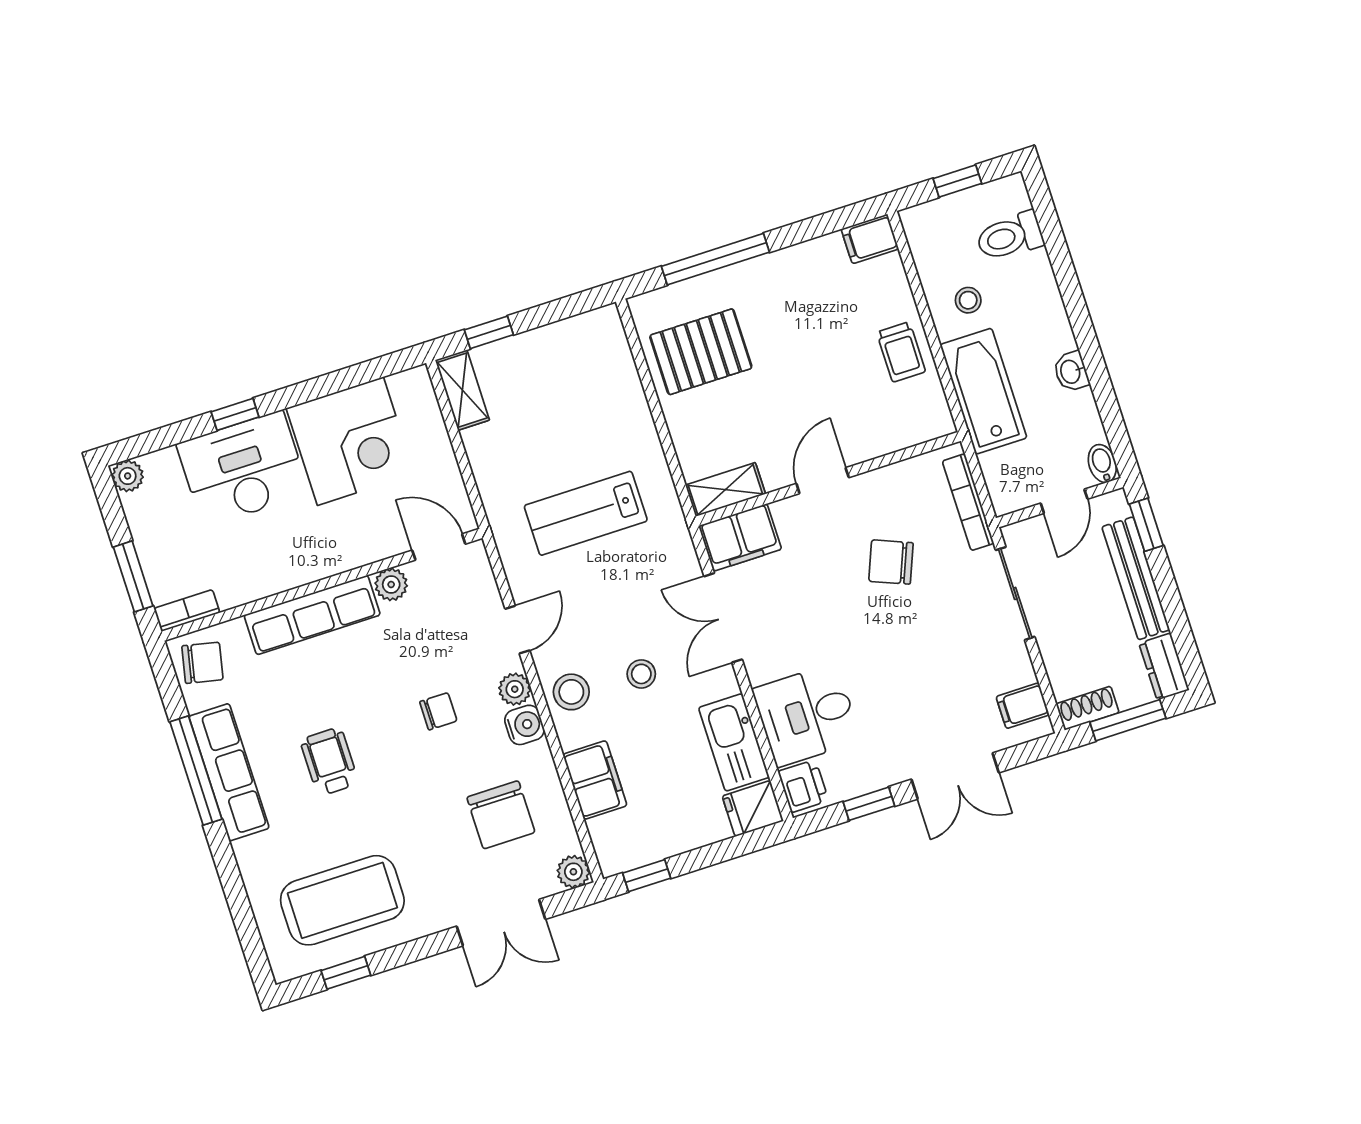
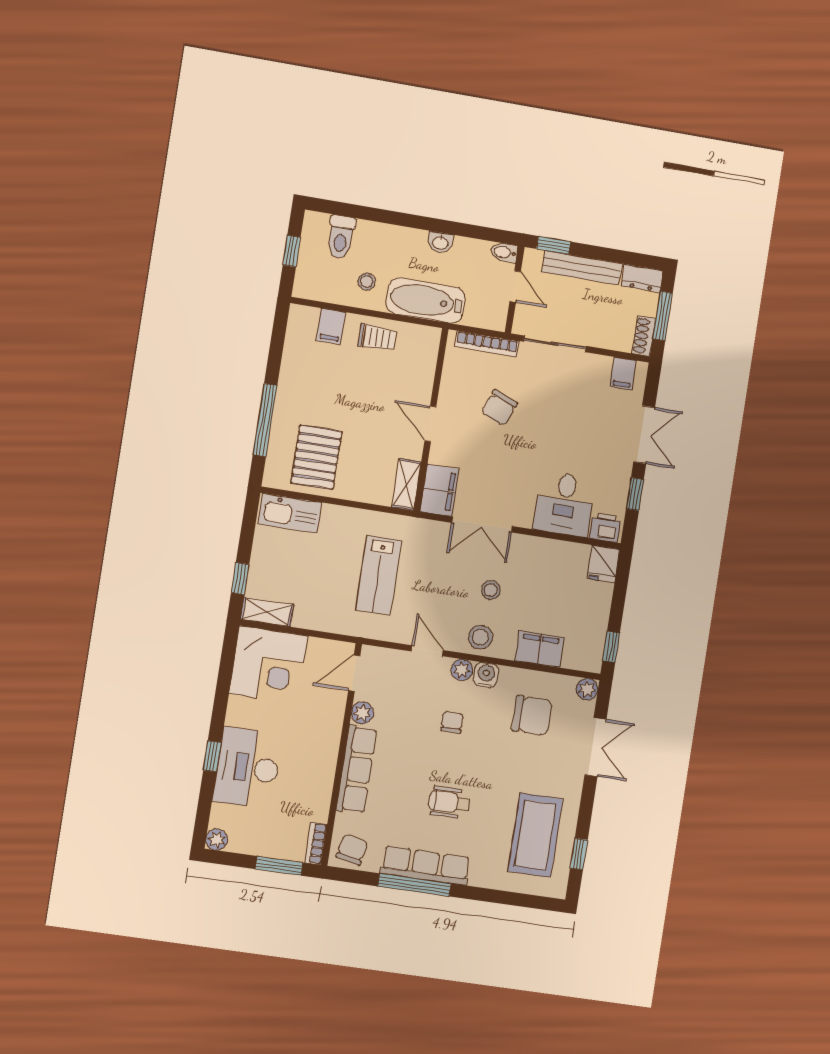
filing cabinet: (870, 239) -> (331, 326), moved
corner desk: (350, 441) -> (268, 665), moved, turned 90
kitchen sink: (734, 742) -> (290, 513), moved

